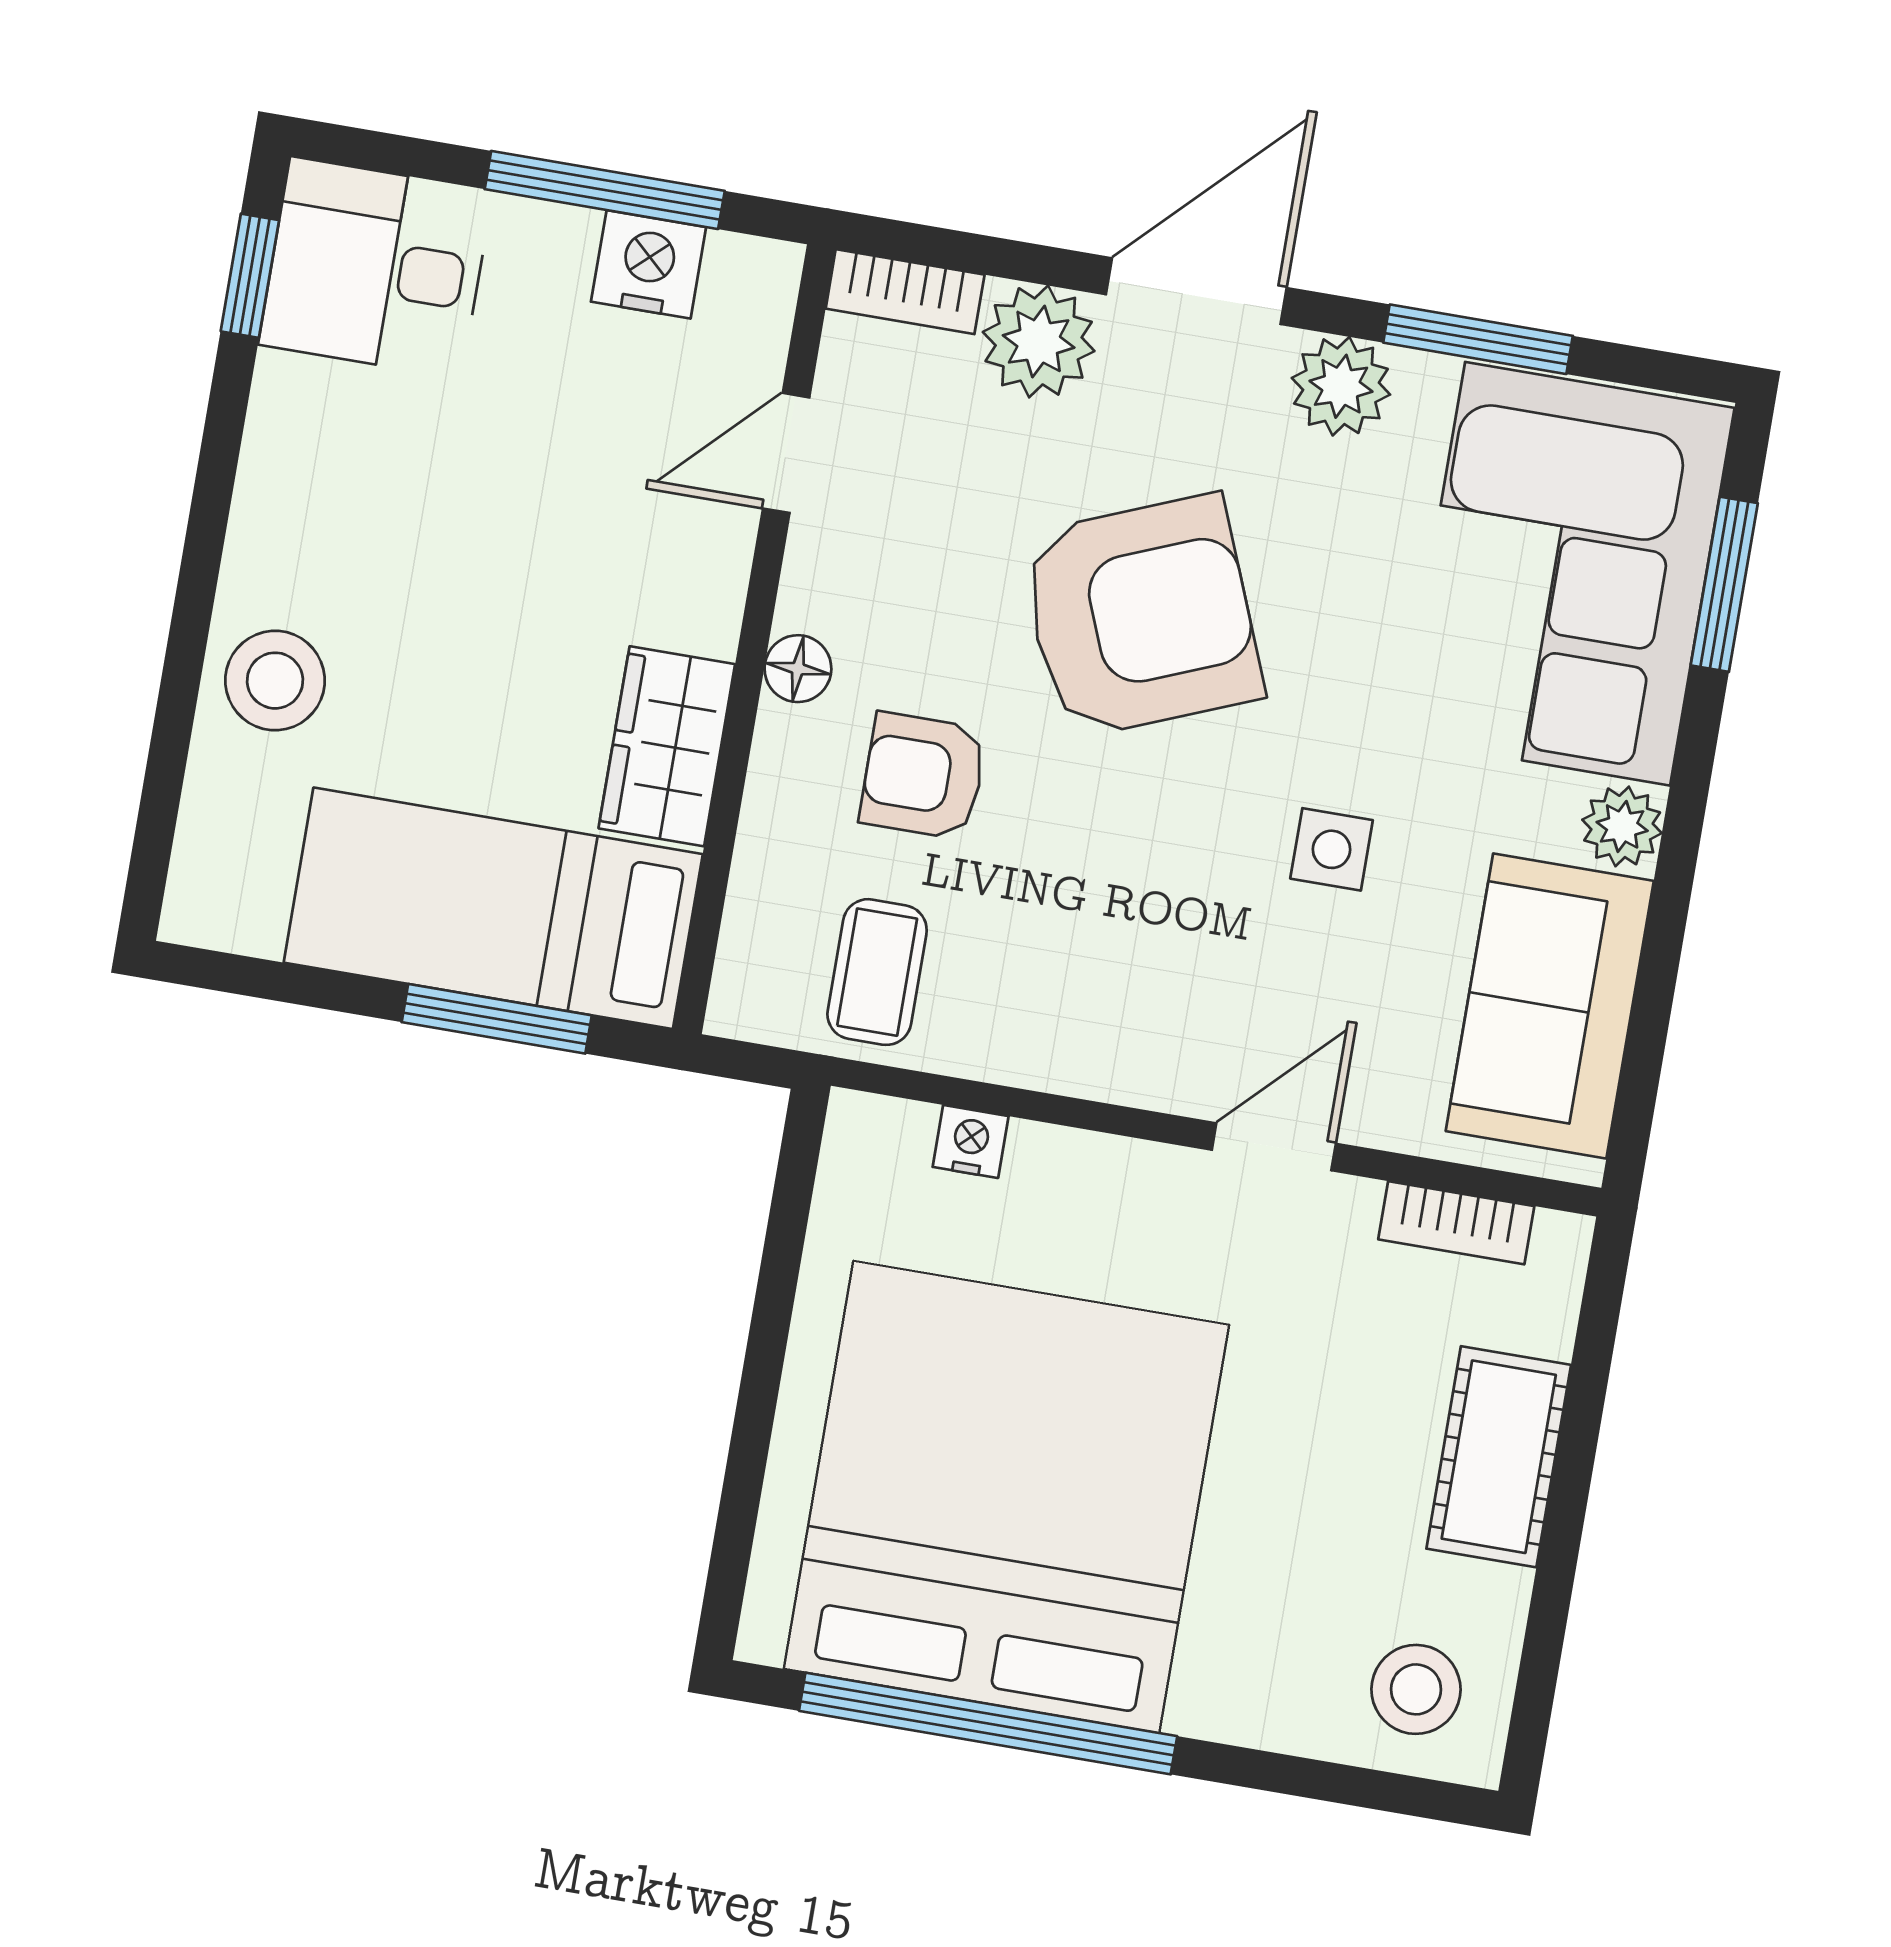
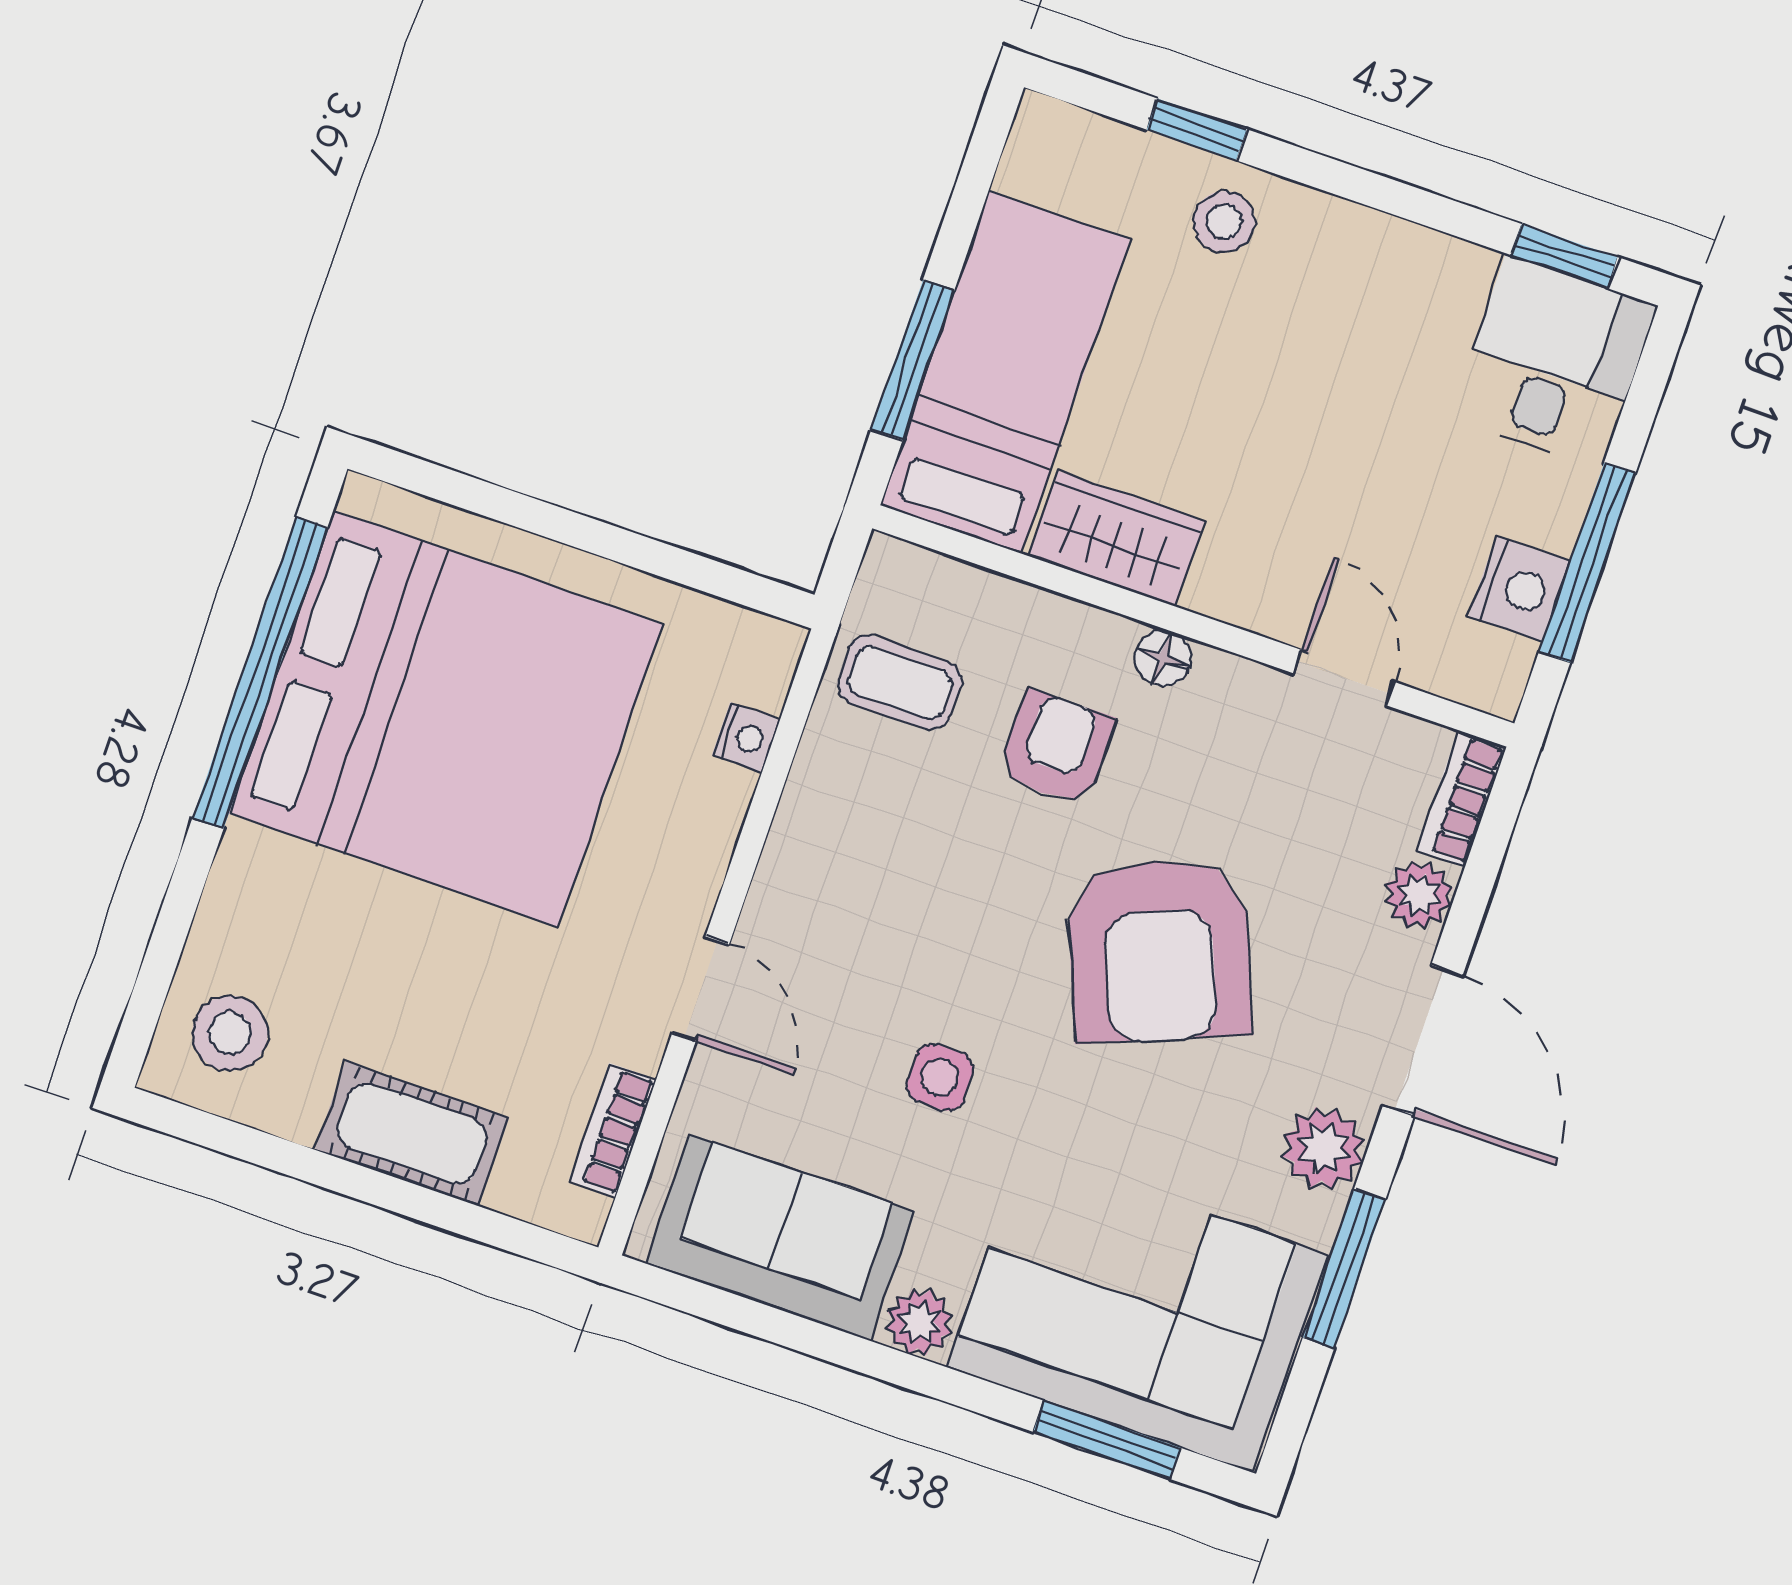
plant: (1039, 341) -> (1419, 895), width x0.73, depth x0.73
stool: (275, 681) -> (1224, 222), width x0.73, depth x0.73
window: (172, 730) -> (1197, 129), added

